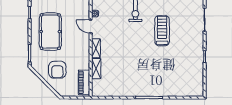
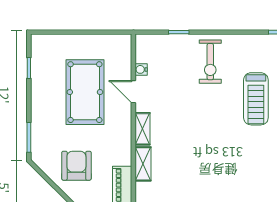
treadmill: (162, 31) -> (256, 99), turned 180
pool table: (50, 32) -> (85, 92), moved
armchair: (57, 70) -> (76, 166), turned 180

